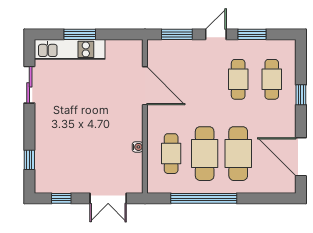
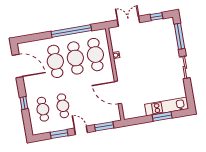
door: (216, 34) -> (81, 130), swing flipped
sliding door: (29, 85) -> (185, 67), moved
cafe table: (171, 154) -> (95, 55), width x1.37, depth x1.35
window: (29, 160) -> (180, 36), width x2.17

